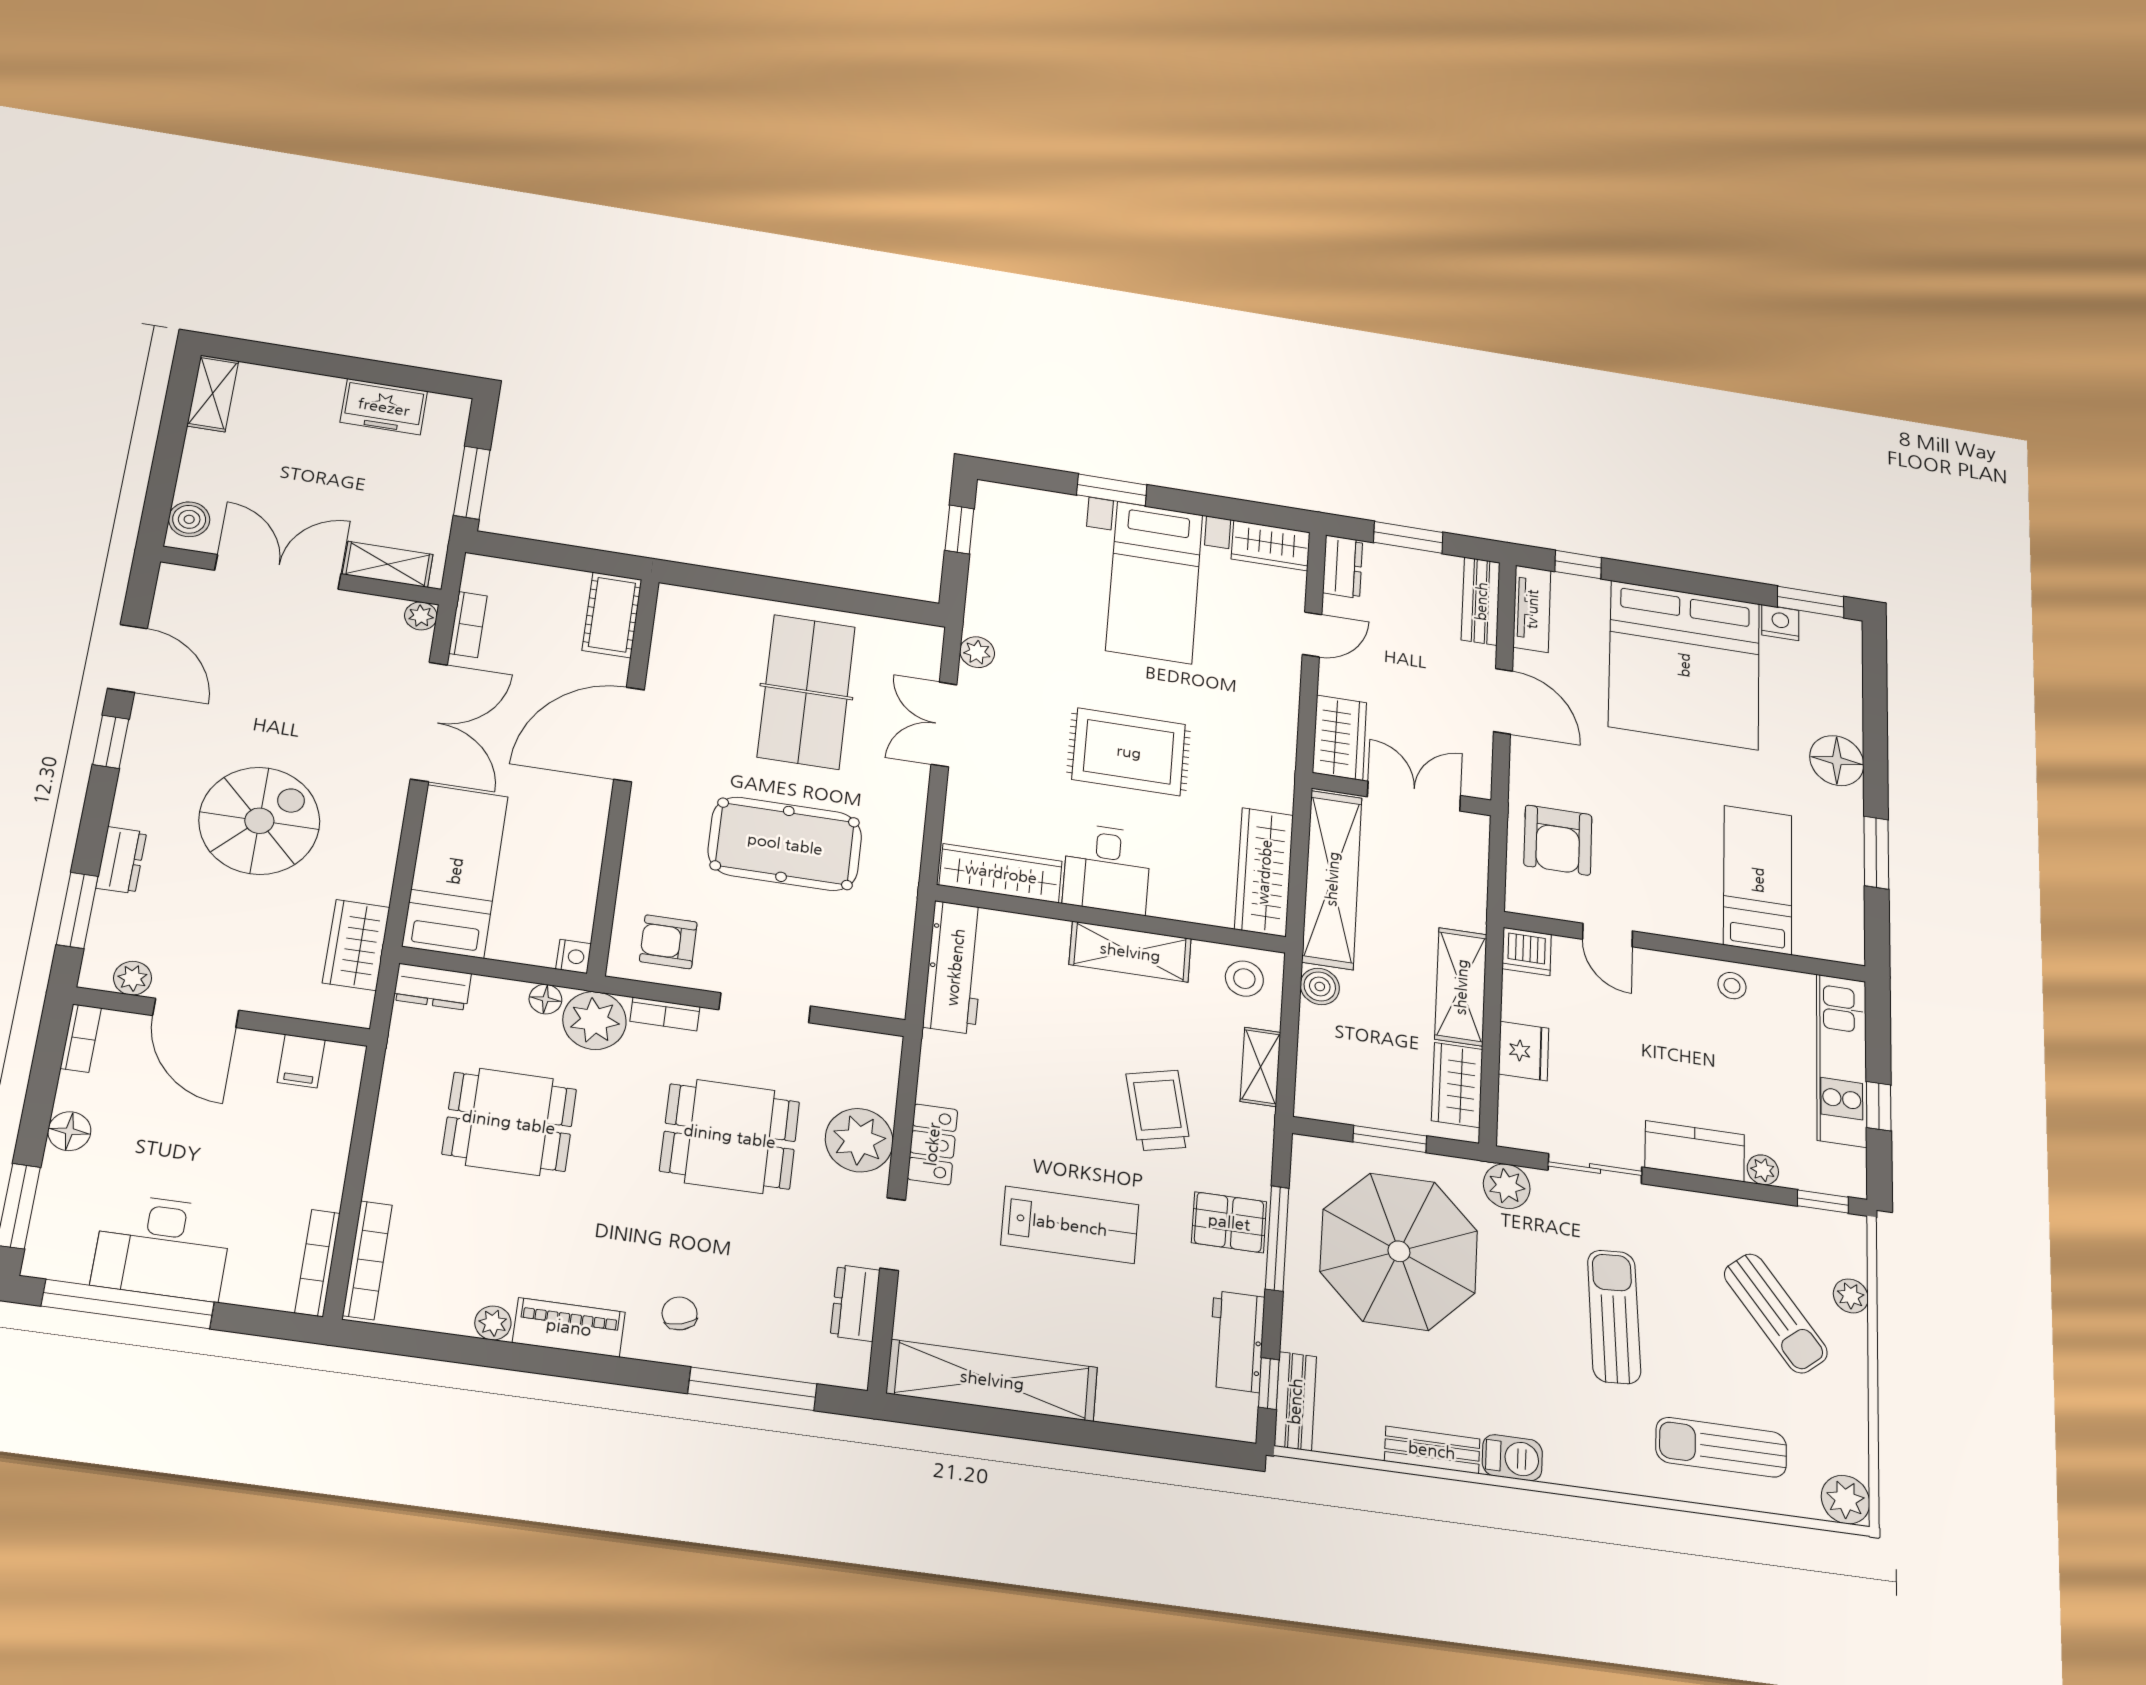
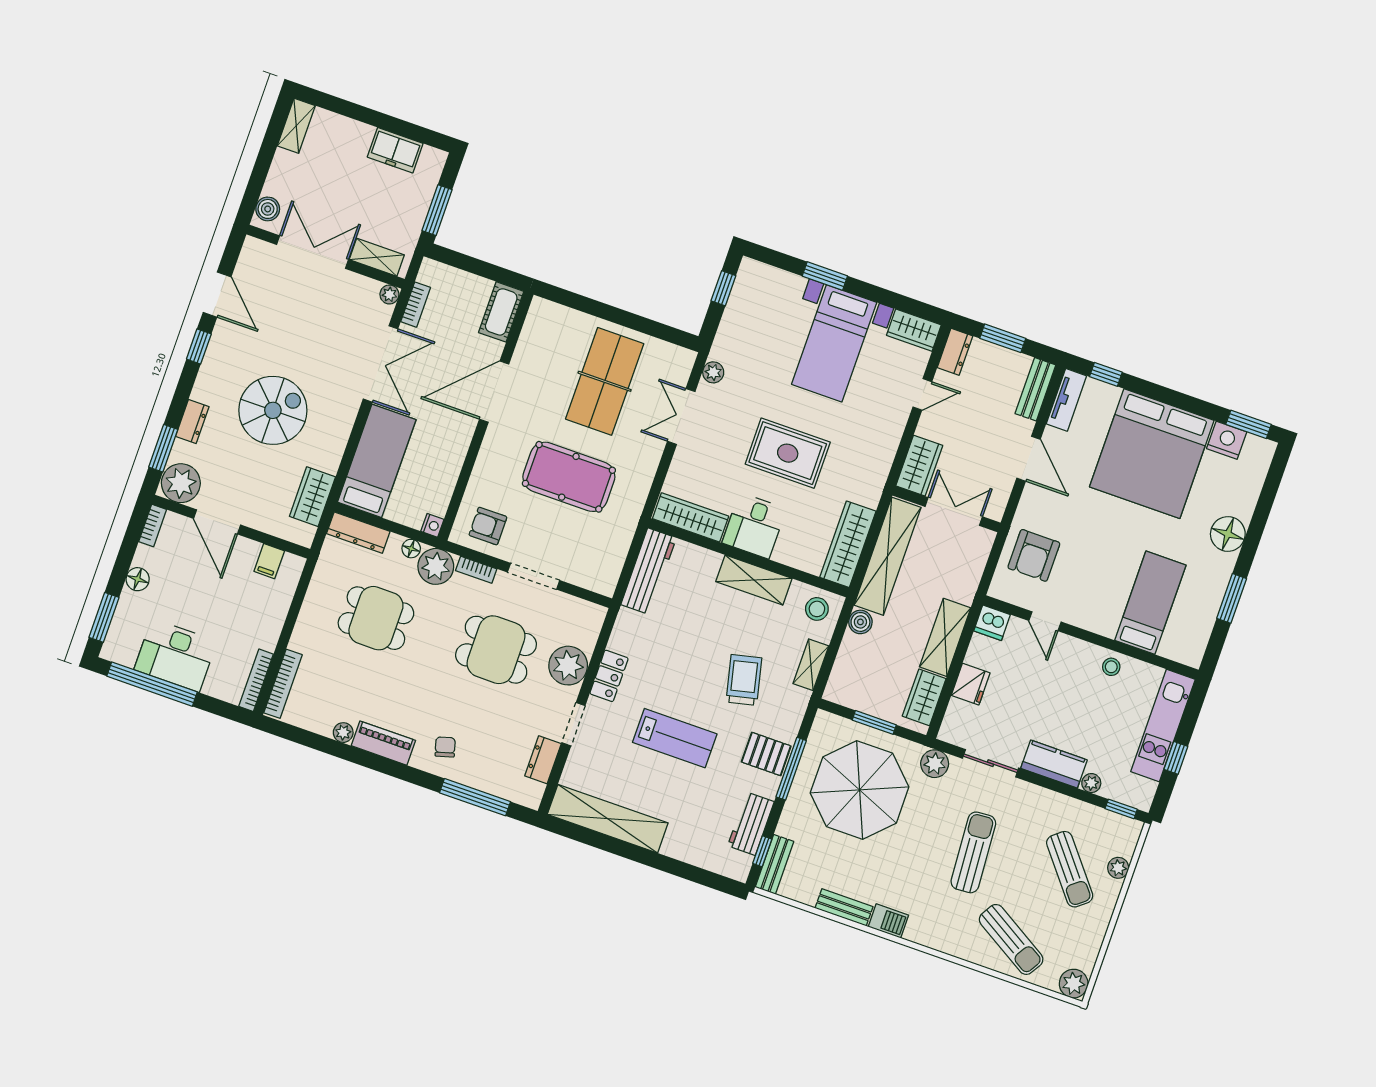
nightstand: (1780, 623) -> (1227, 440), width x1.36, depth x1.33
plant: (133, 978) -> (181, 483), width x1.87, depth x1.87
dresser: (432, 987) -> (358, 533), width x1.44
sun lounger: (1721, 1447) -> (1011, 939), turned -149

